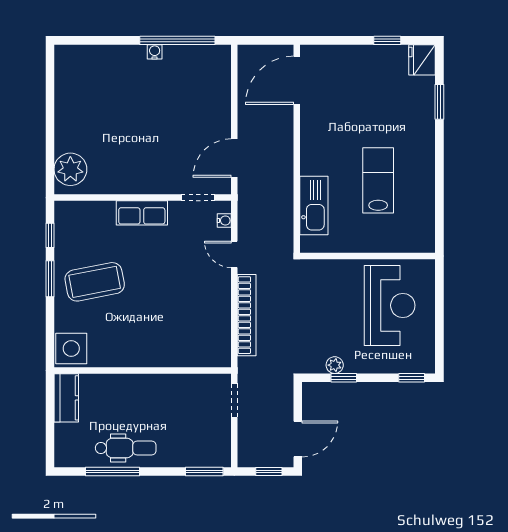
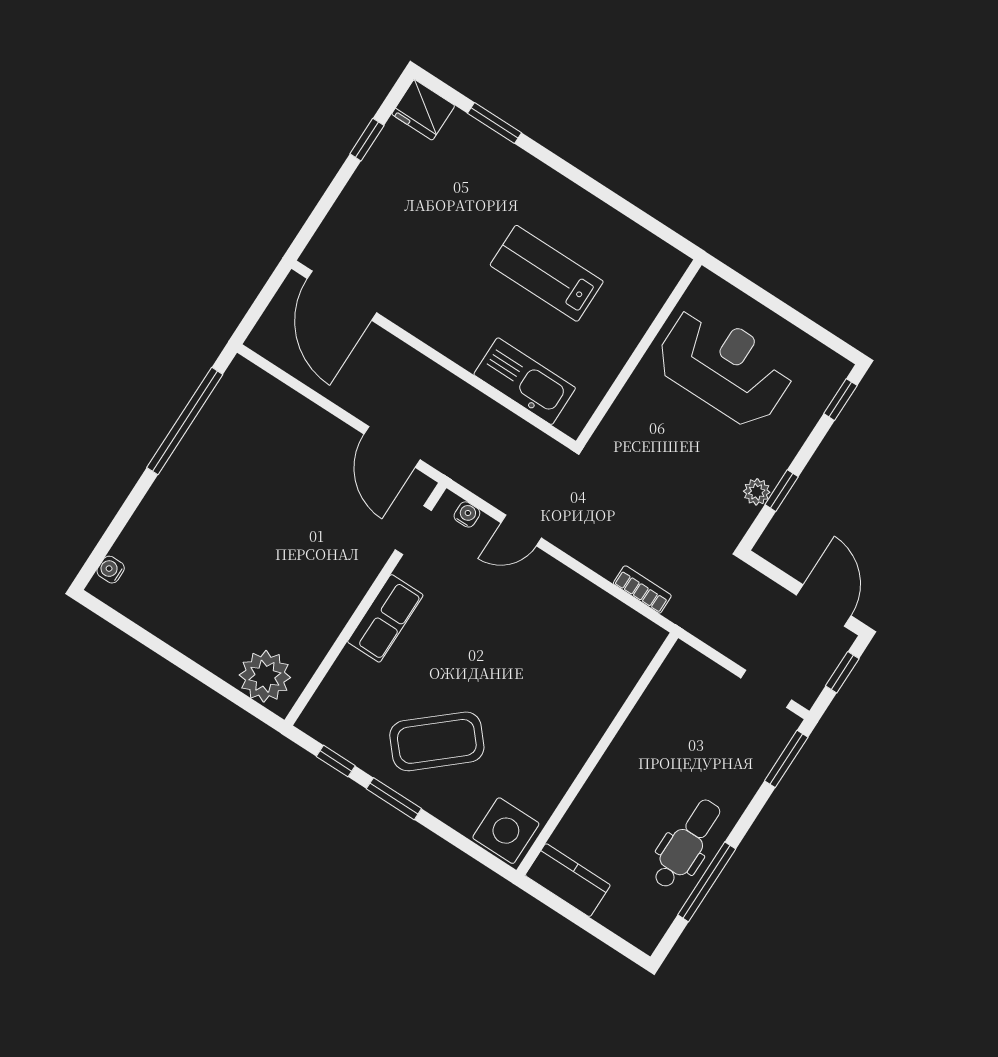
water cooler: (155, 52) -> (111, 570), moved
coffee table: (95, 282) -> (437, 741), turned 60
bookcase: (247, 315) -> (642, 589), width x0.43, depth x0.76
doorway: (234, 400) -> (766, 689), moved

